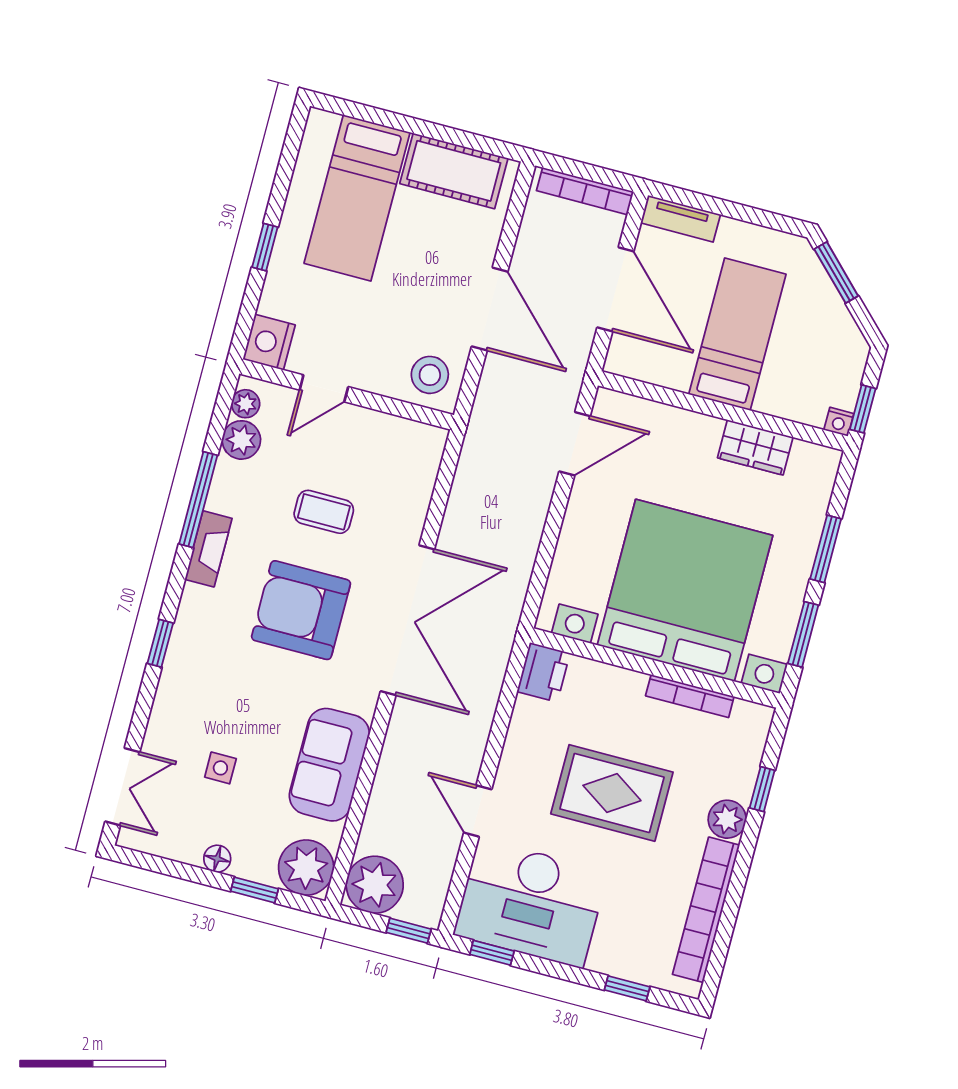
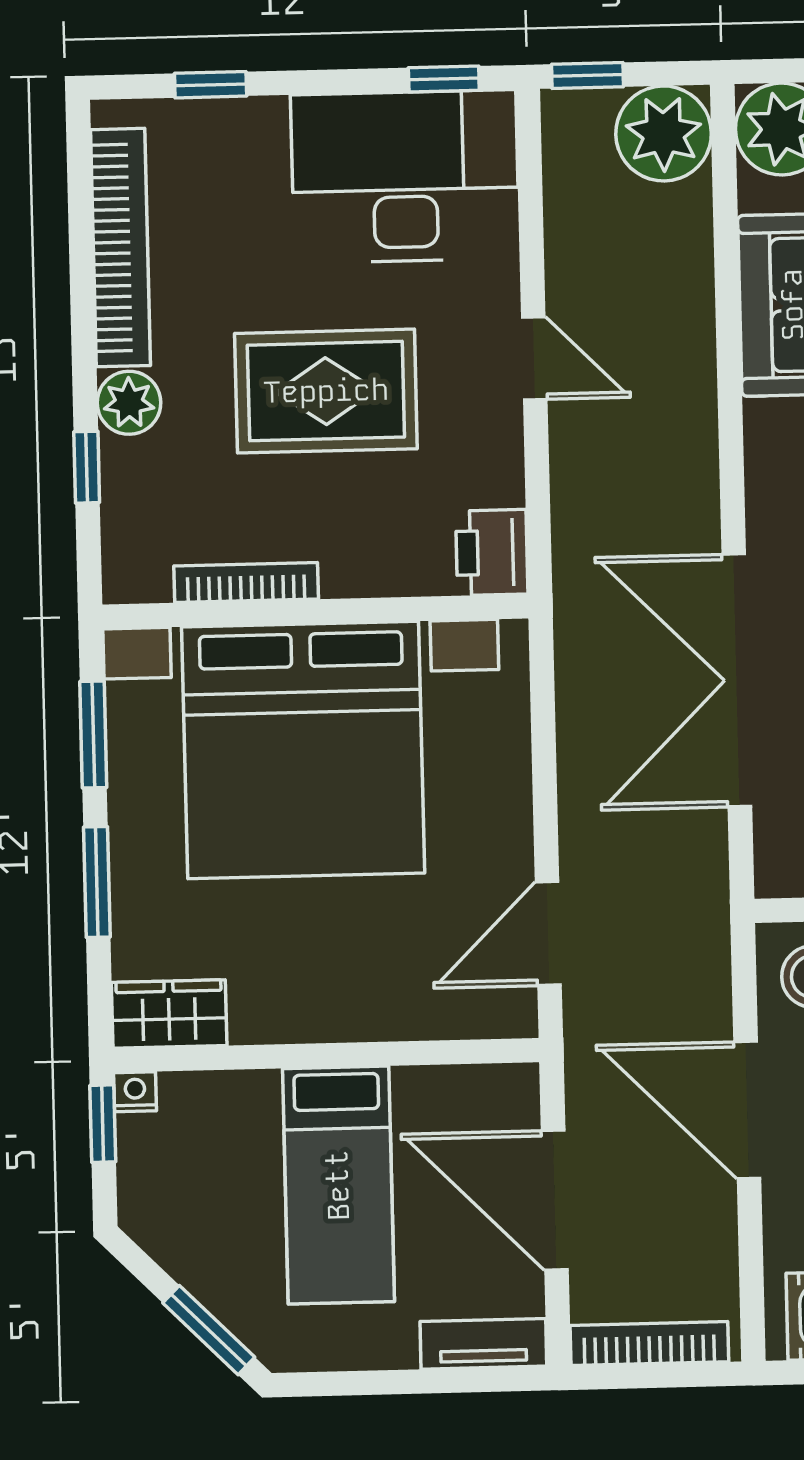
wardrobe: (755, 447) -> (169, 1014), moved
double door: (407, 620) -> (737, 680), moved
door: (478, 811) -> (534, 358), moved

